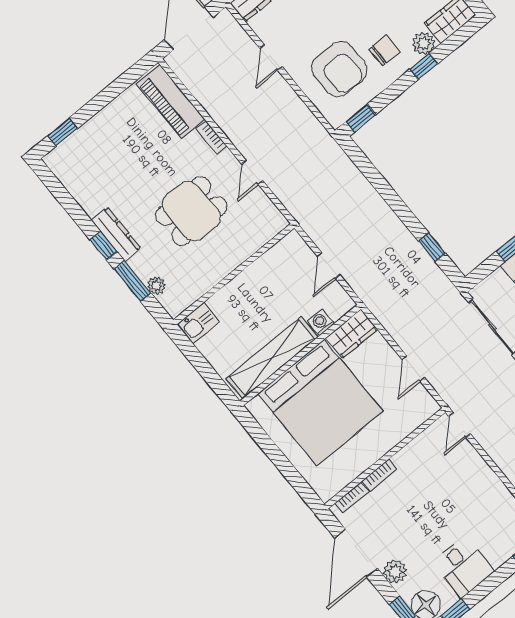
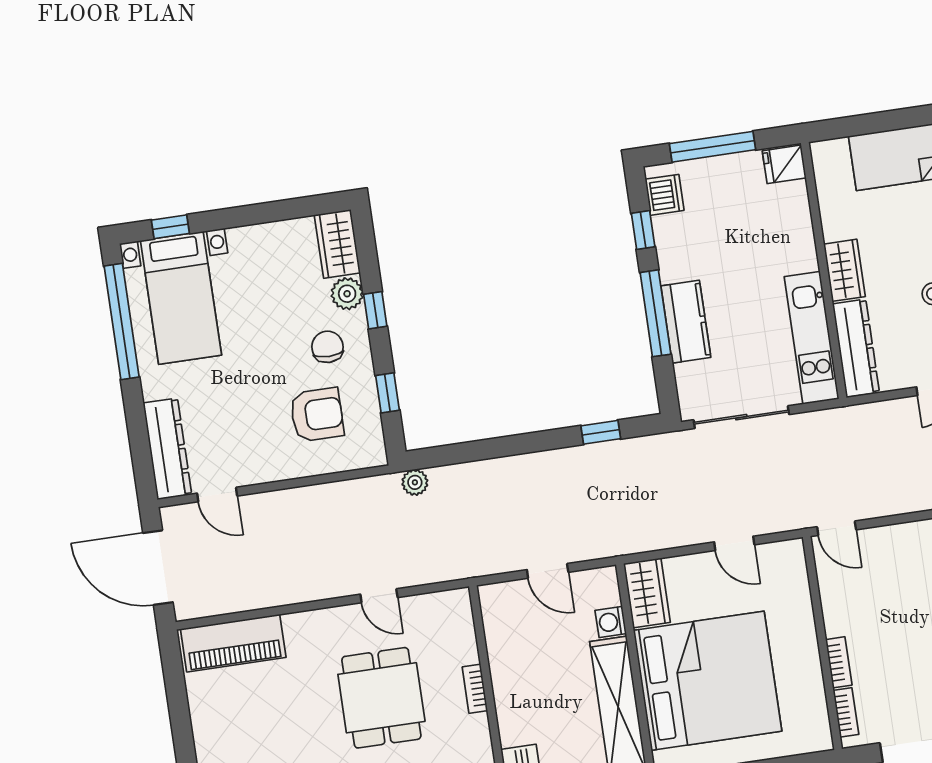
door: (271, 57) -> (217, 495), moved
armchair: (339, 69) -> (317, 415), width x0.73, depth x0.73
window: (361, 118) -> (387, 393), moved
bookcase: (211, 137) -> (475, 689), moved, turned 90
plant: (334, 153) -> (415, 482), added

